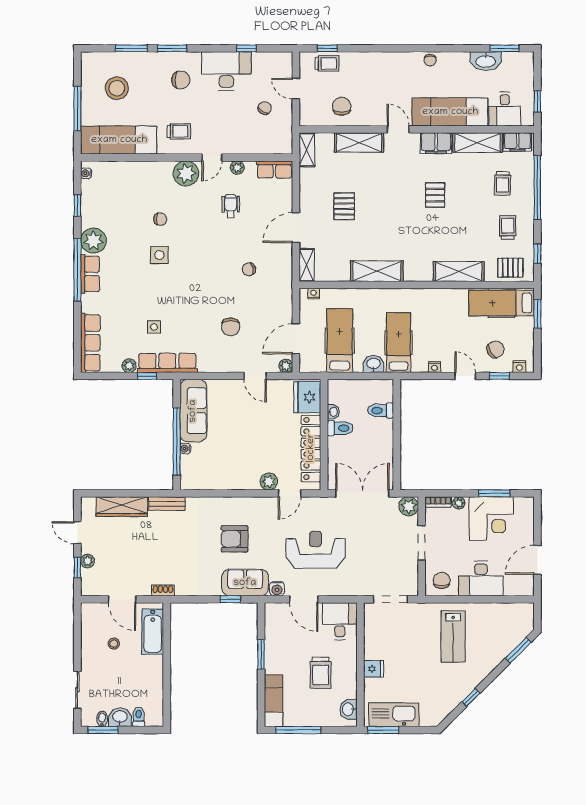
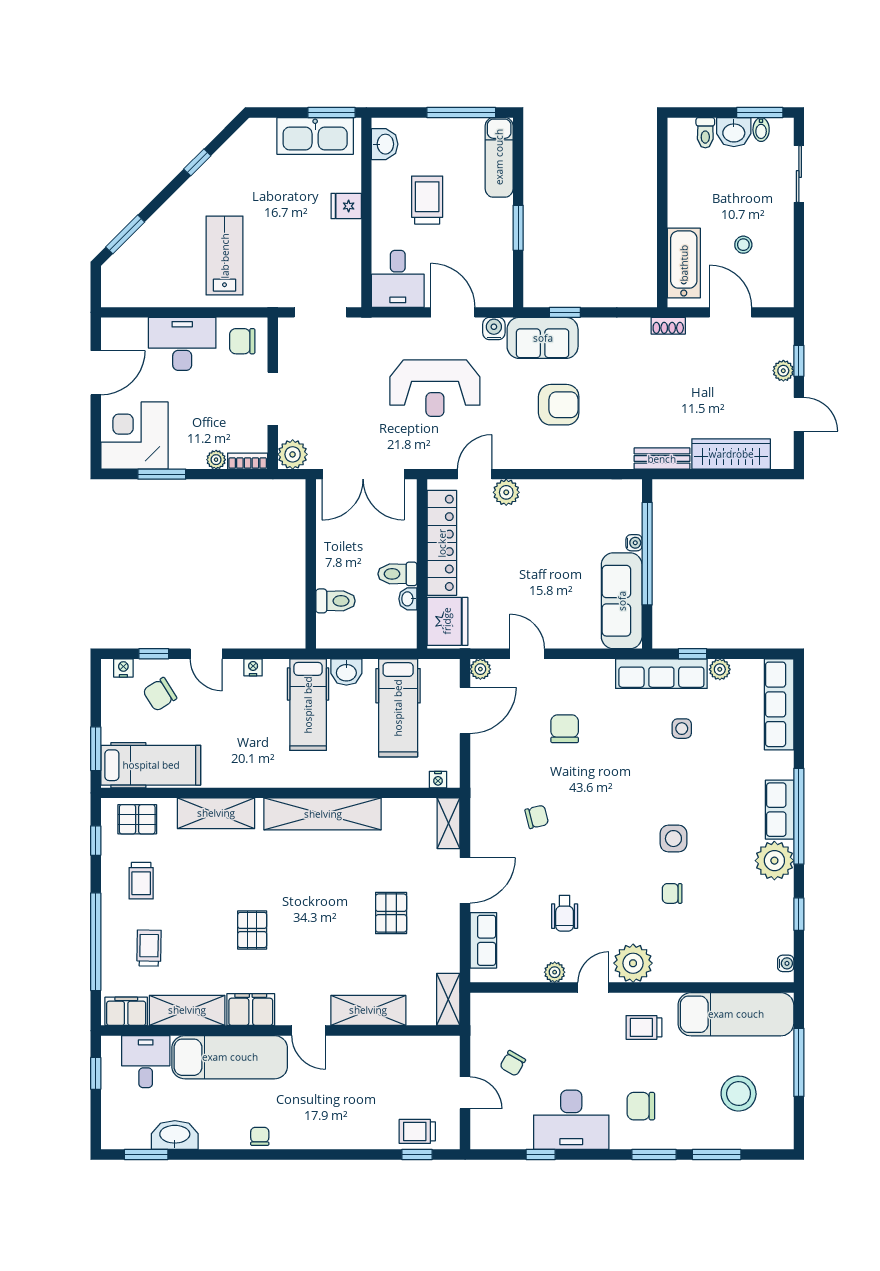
chair: (342, 106) -> (395, 1066), removed
row of seats: (274, 170) -> (483, 940), moved, turned 90
shelving: (377, 271) -> (323, 814), width x1.47
corner desk: (491, 519) -> (134, 436), moved
chair: (442, 580) -> (242, 341), turned 90

